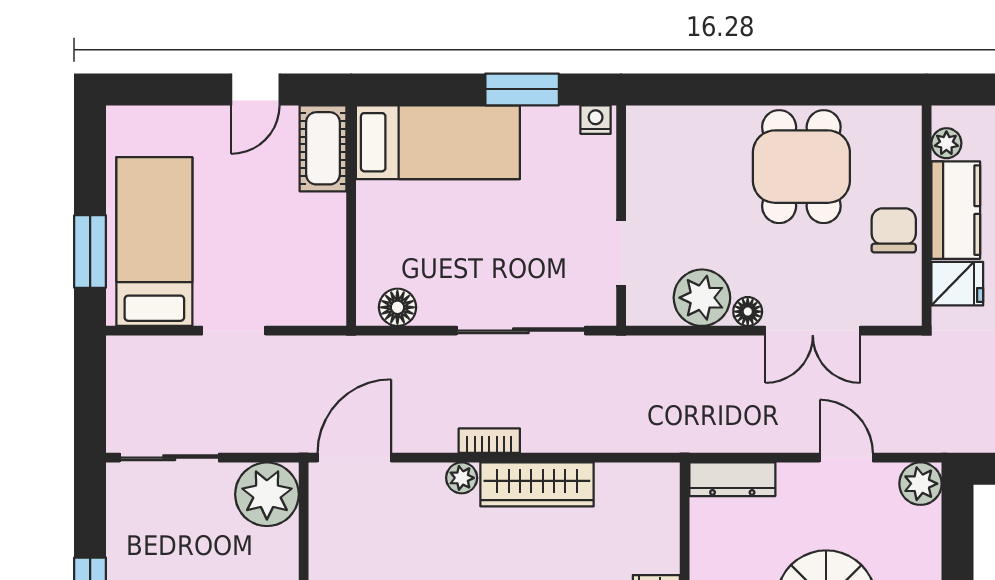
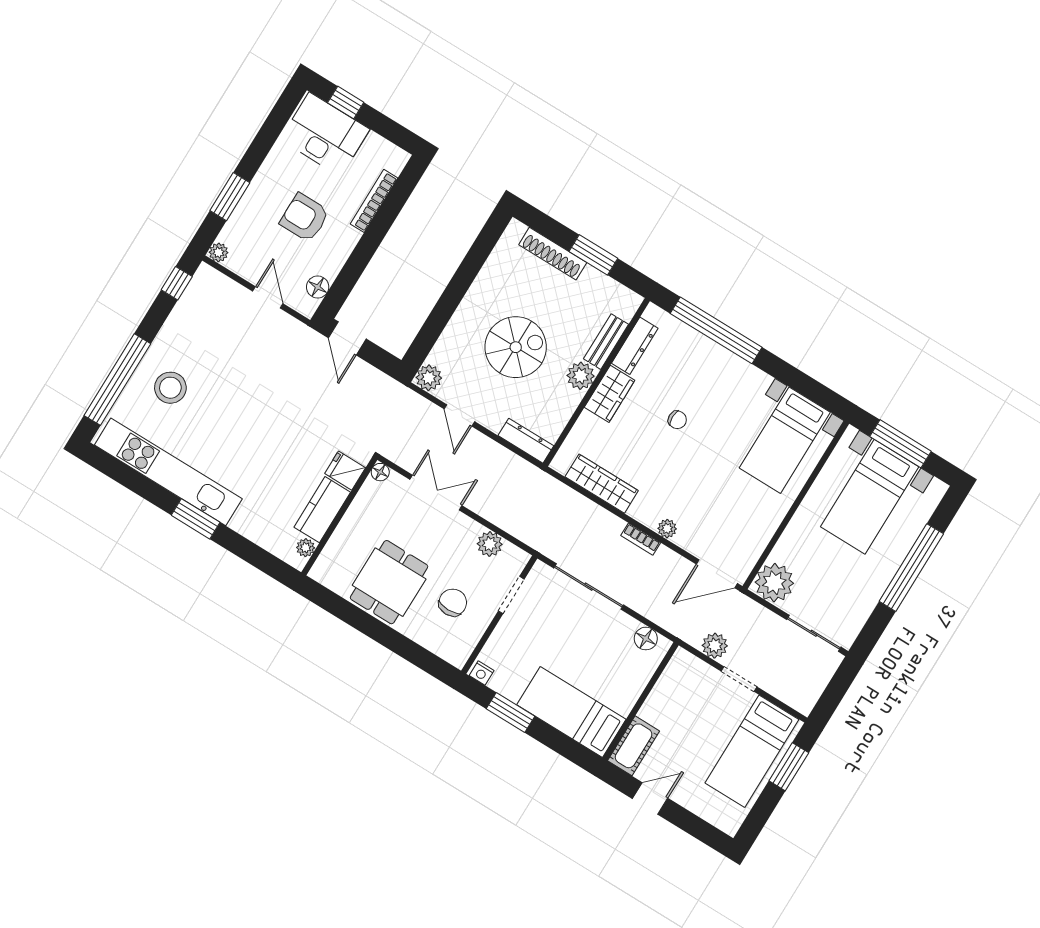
chair: (894, 230) -> (453, 603), moved, turned 180
plant: (702, 298) -> (490, 544), width x0.73, depth x0.73
floor lamp: (748, 312) -> (380, 472), moved
plant: (296, 356) -> (715, 646), added
wardrobe: (537, 484) -> (602, 484), moved

